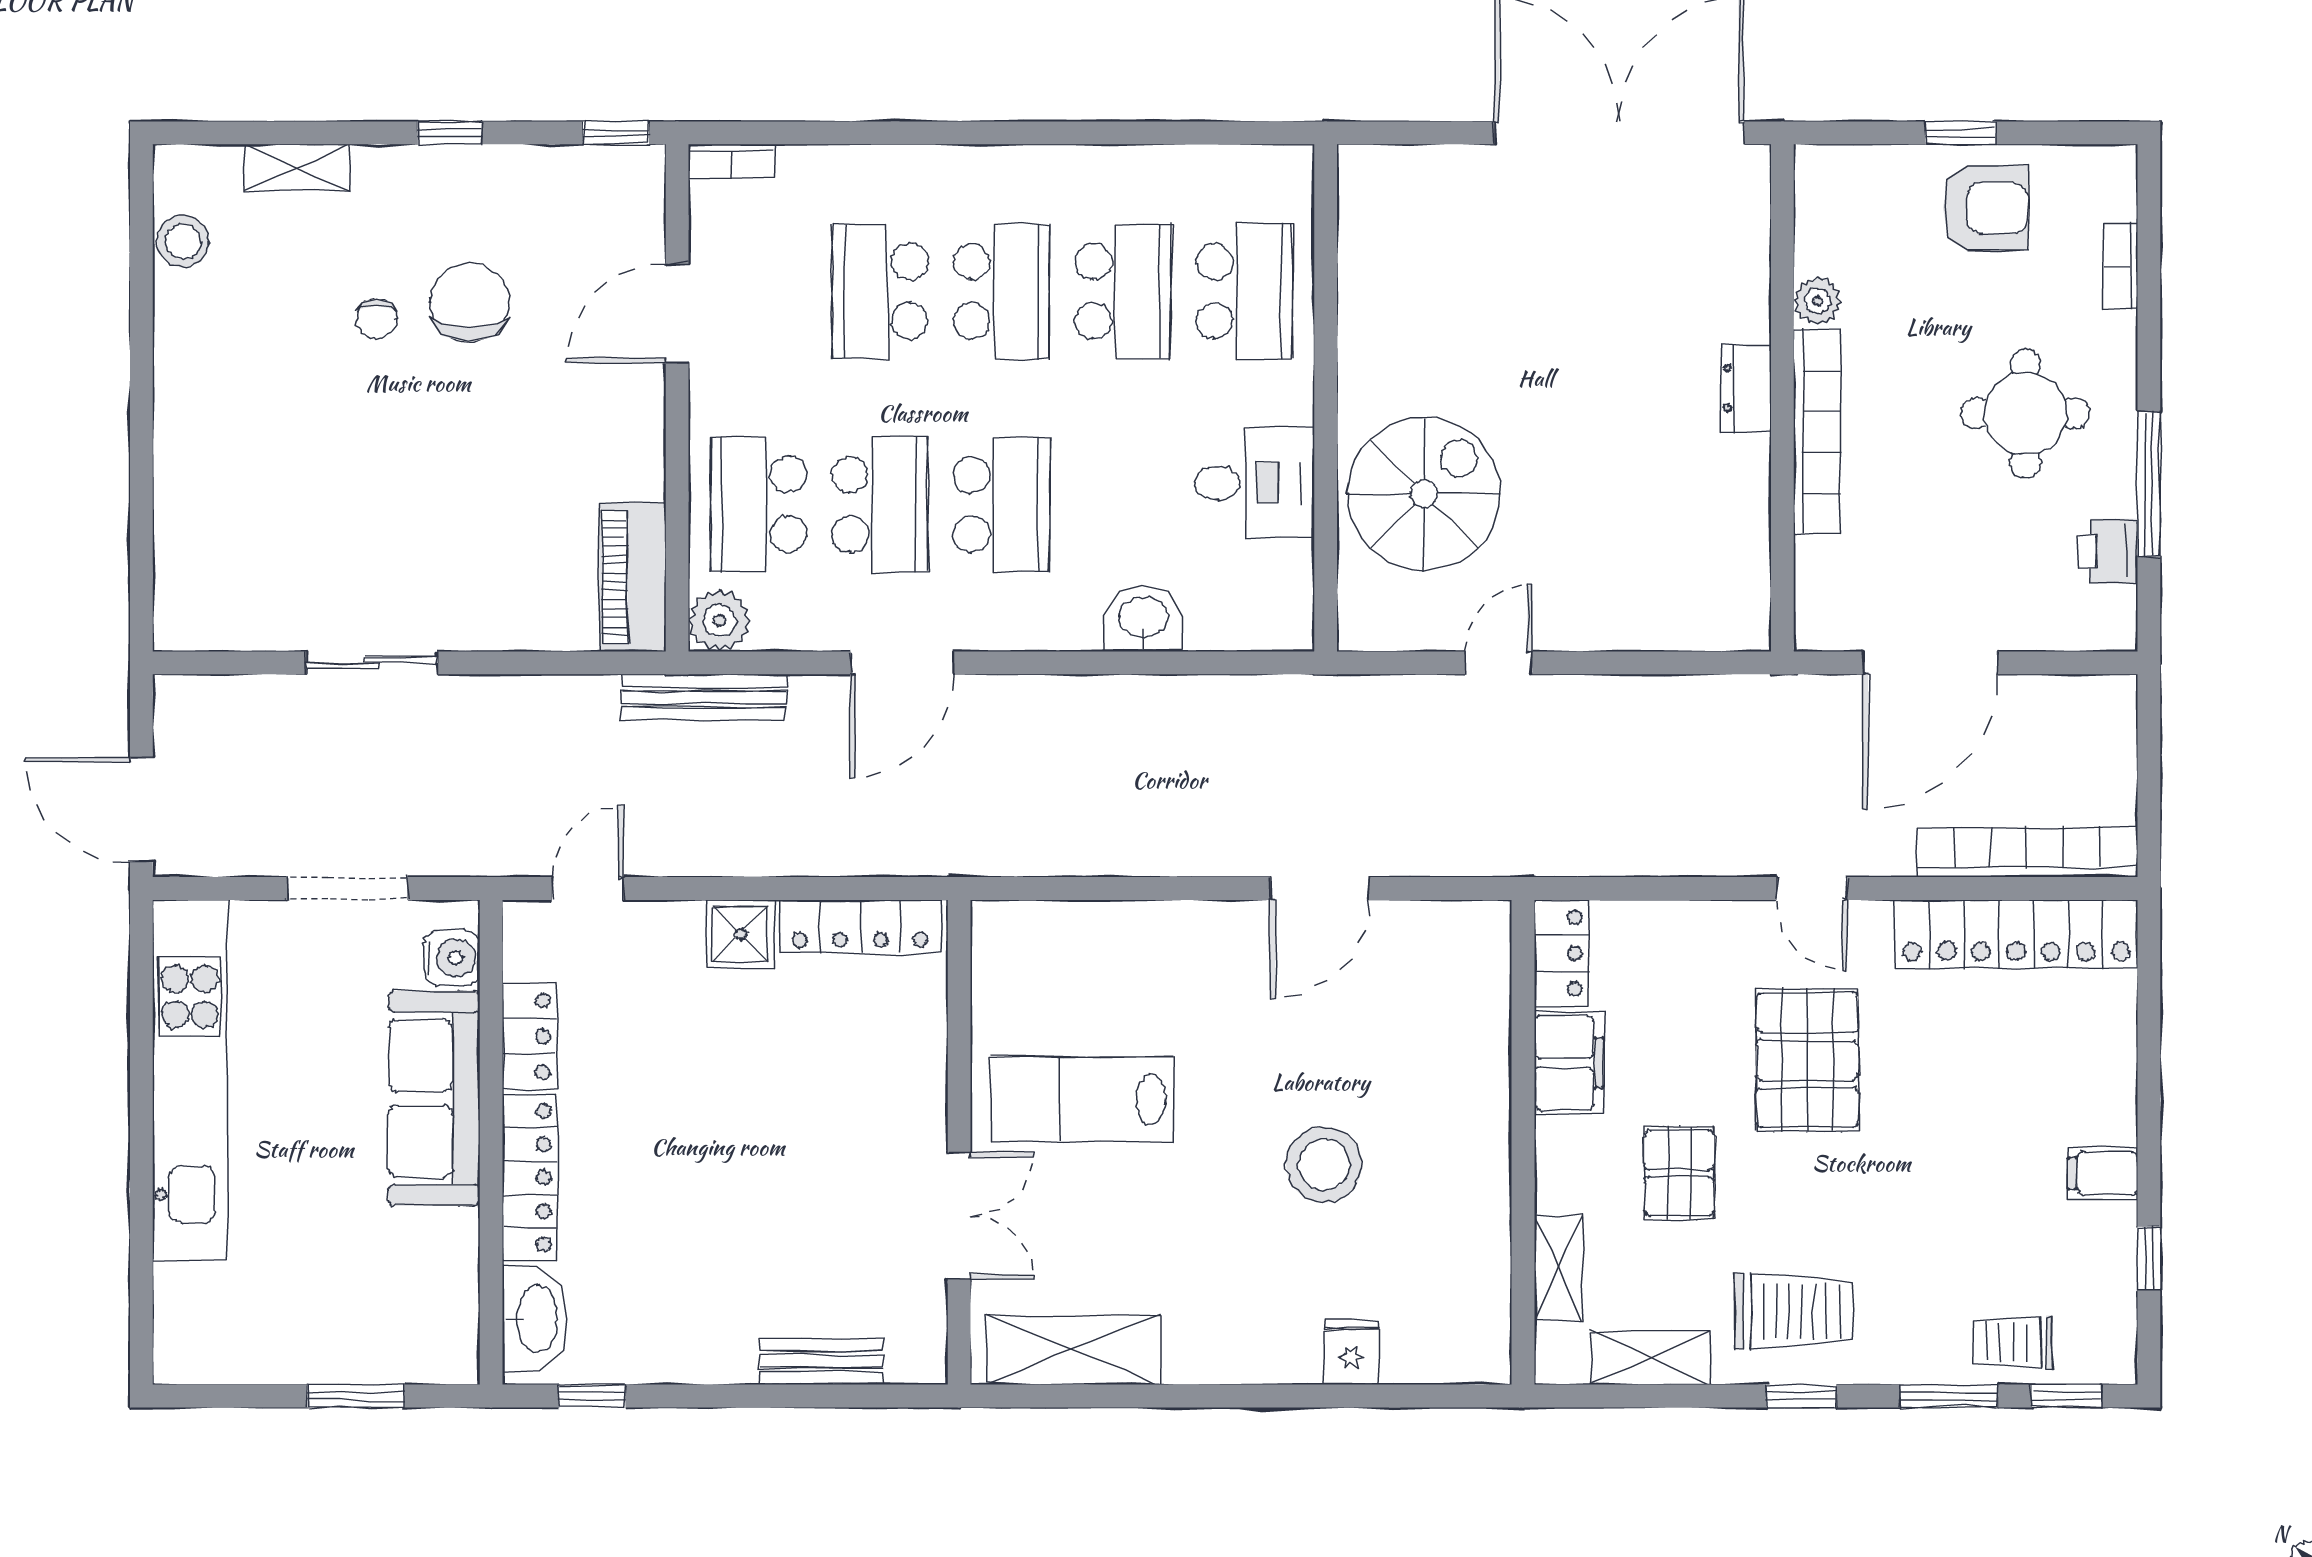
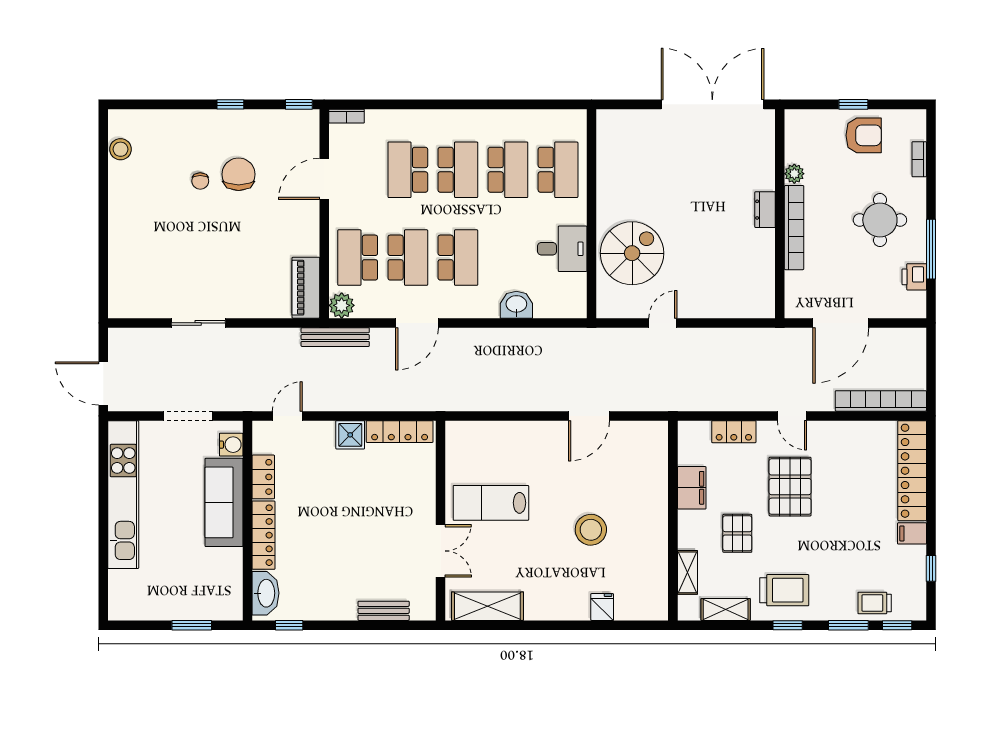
shelving: (297, 168) -> (168, 119), removed
locker: (2016, 934) -> (912, 471), moved, turned 90
locker: (1561, 953) -> (734, 432), moved, turned 90

